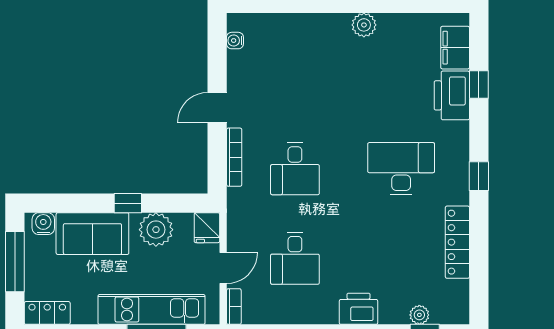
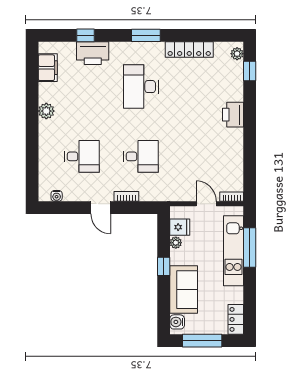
filing cabinet: (455, 48) -> (48, 68), moved, turned -90
bookcase: (234, 157) -> (126, 196), width x0.64
window: (479, 176) -> (146, 35), width x1.50
fridge: (207, 228) -> (180, 227), moved
plant: (156, 230) -> (176, 243), width x0.53, depth x0.53
desk: (295, 258) -> (82, 156), moved
plant: (419, 315) -> (237, 54), moved

